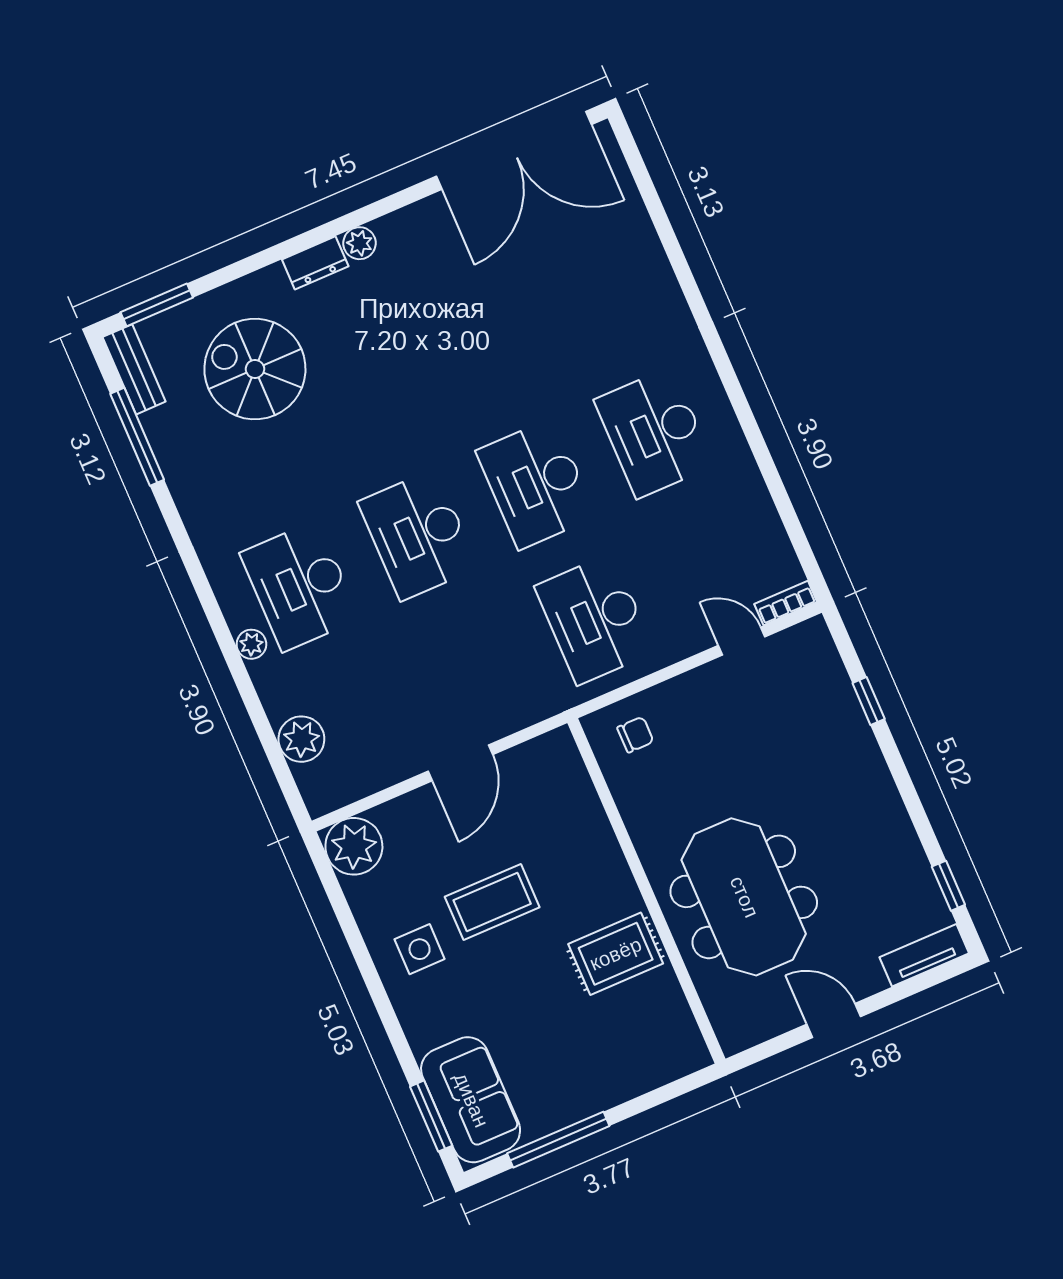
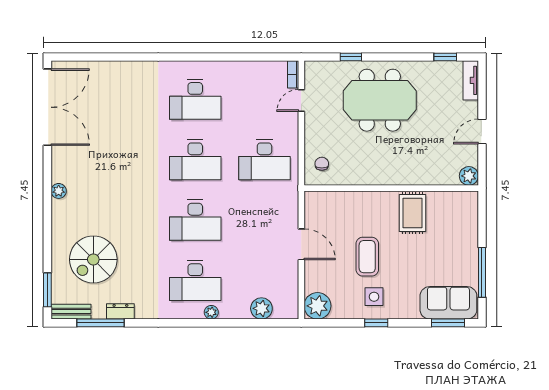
dresser: (315, 263) -> (120, 311), moved, turned -90
meeting table: (744, 897) -> (380, 100), moved
window: (370, 976) -> (376, 323), added
plant: (736, 1032) -> (469, 176), added

